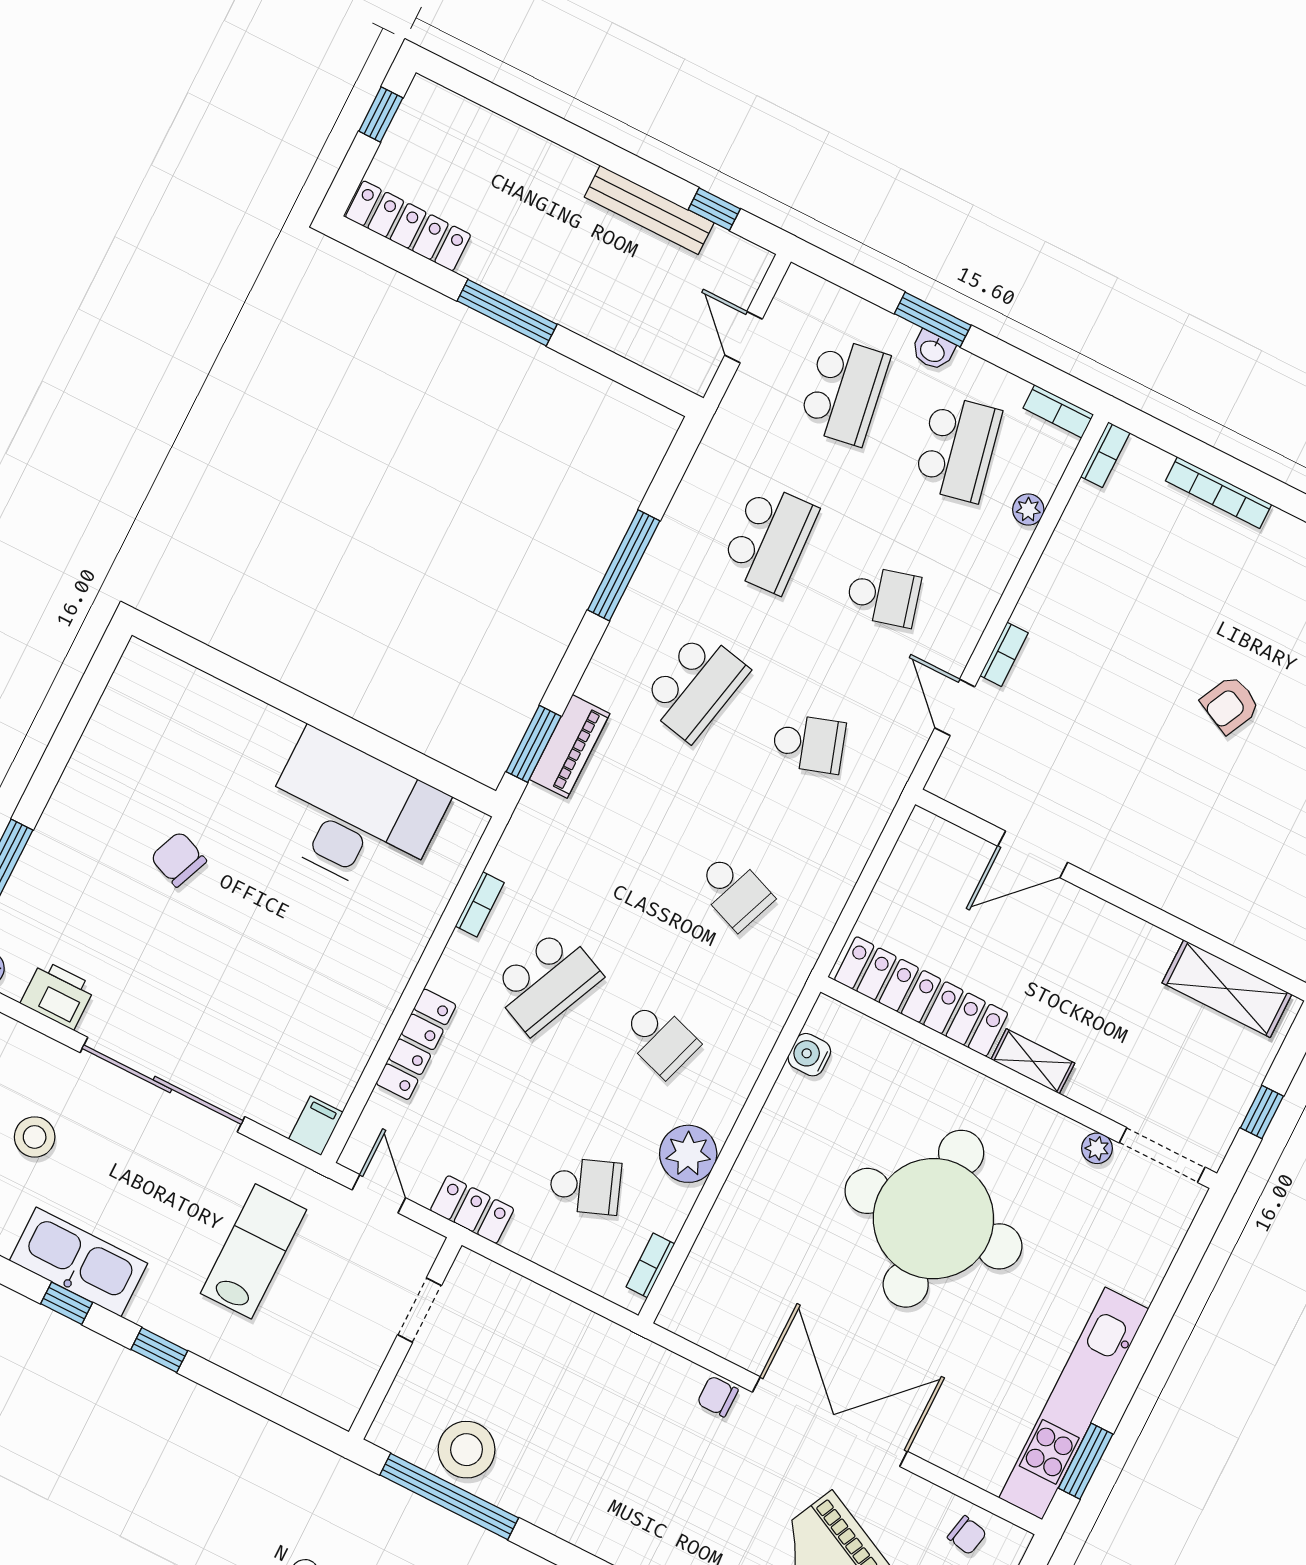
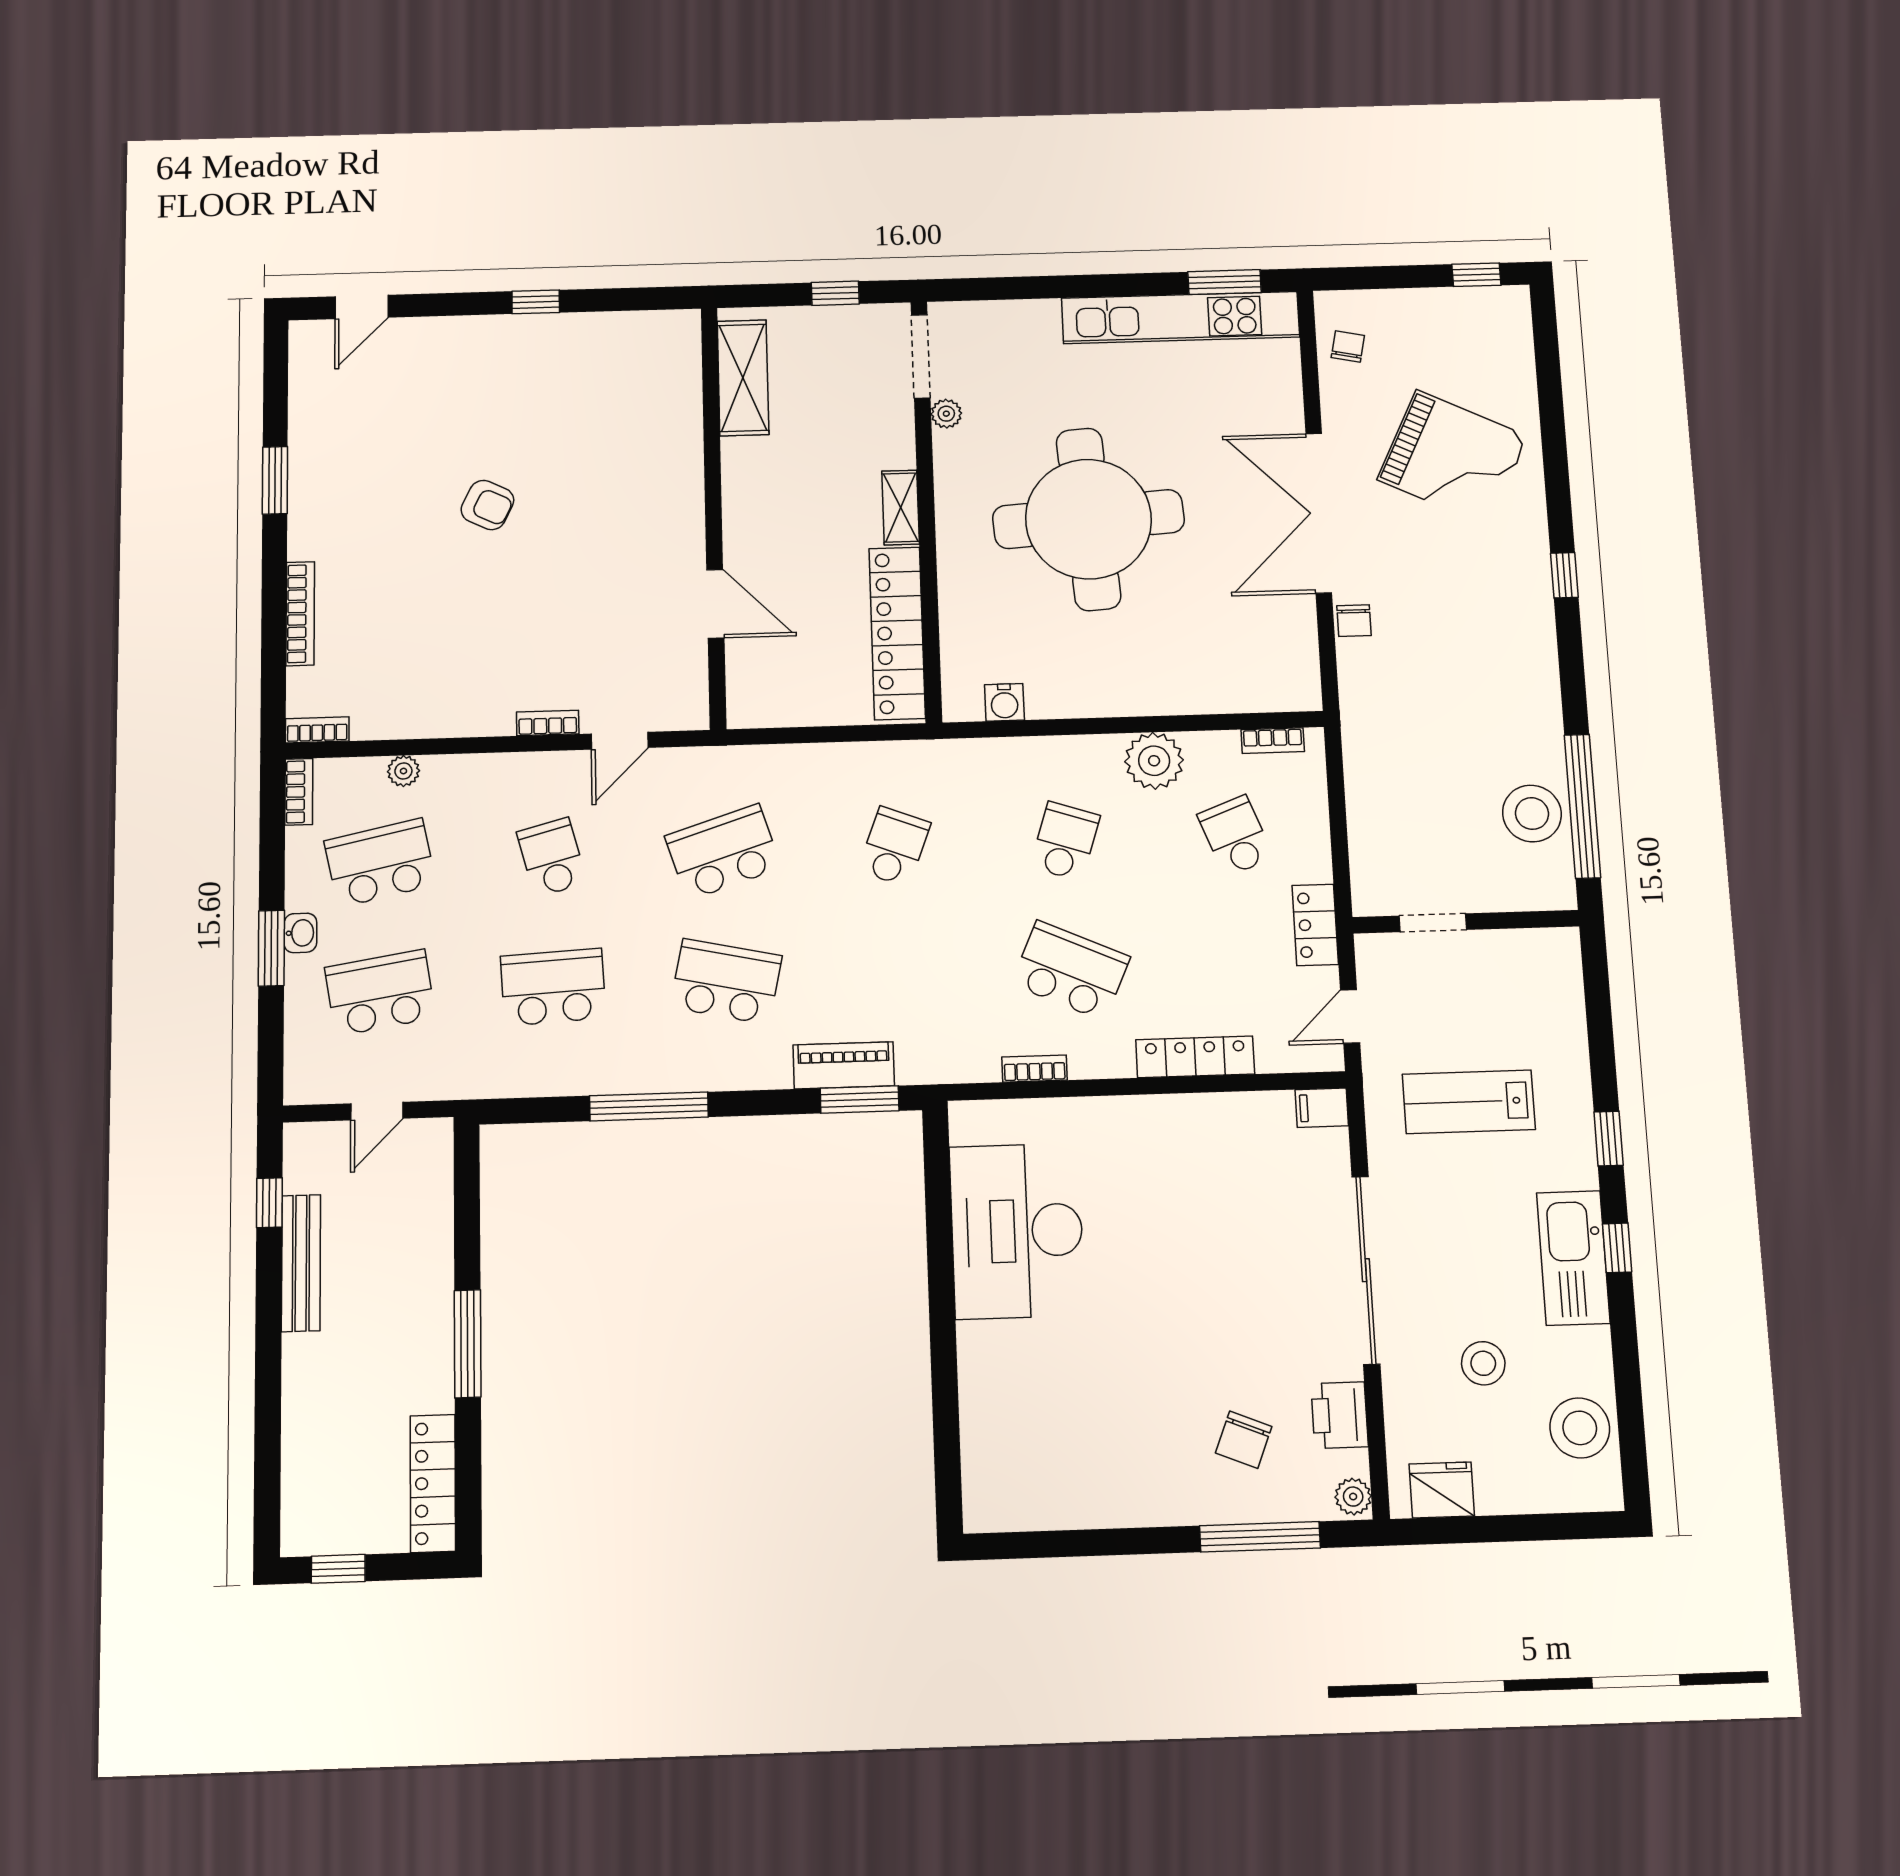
school desk: (809, 744) -> (723, 852), width x1.85
chair: (178, 859) -> (1244, 1440), moved

